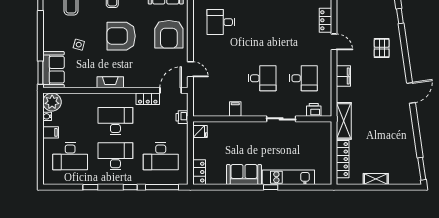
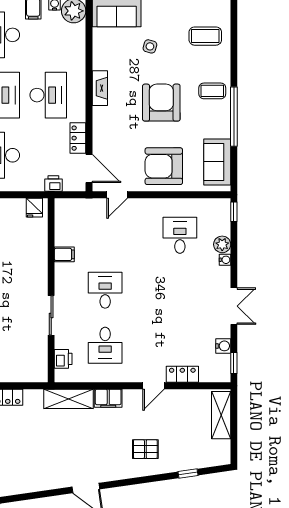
desk: (262, 78) -> (105, 290), turned 180
shelving: (344, 121) -> (68, 399), moved

